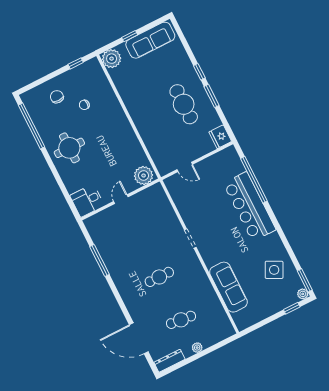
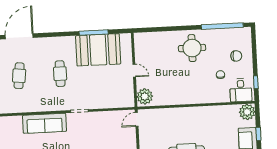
door: (185, 167) -> (137, 119), moved
desk: (87, 201) -> (241, 90), moved, turned 180
booth: (116, 248) -> (98, 50), added
sofa: (228, 287) -> (45, 123), moved

